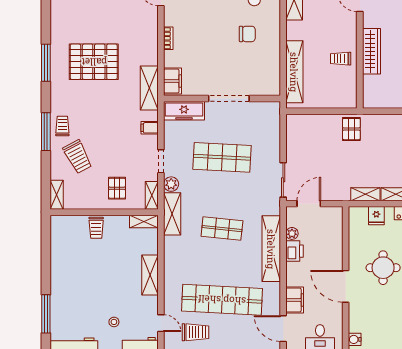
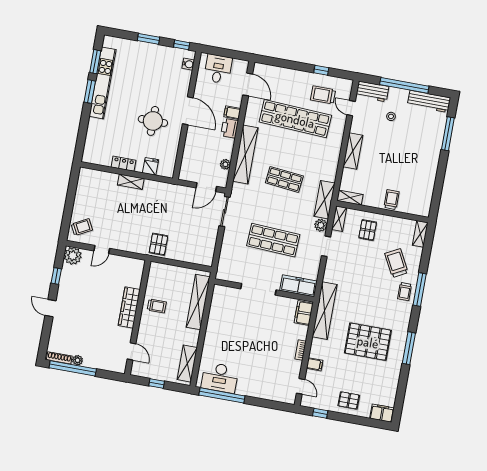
chair: (247, 34) -> (233, 342), removed
shelving: (149, 88) -> (325, 311), width x1.47
filing cabinet: (150, 128) -> (315, 364), moved
shelving: (365, 194) -> (157, 186), removed
printer: (295, 251) -> (230, 128), moved
filing cabinet: (295, 300) -> (232, 113), width x0.50

